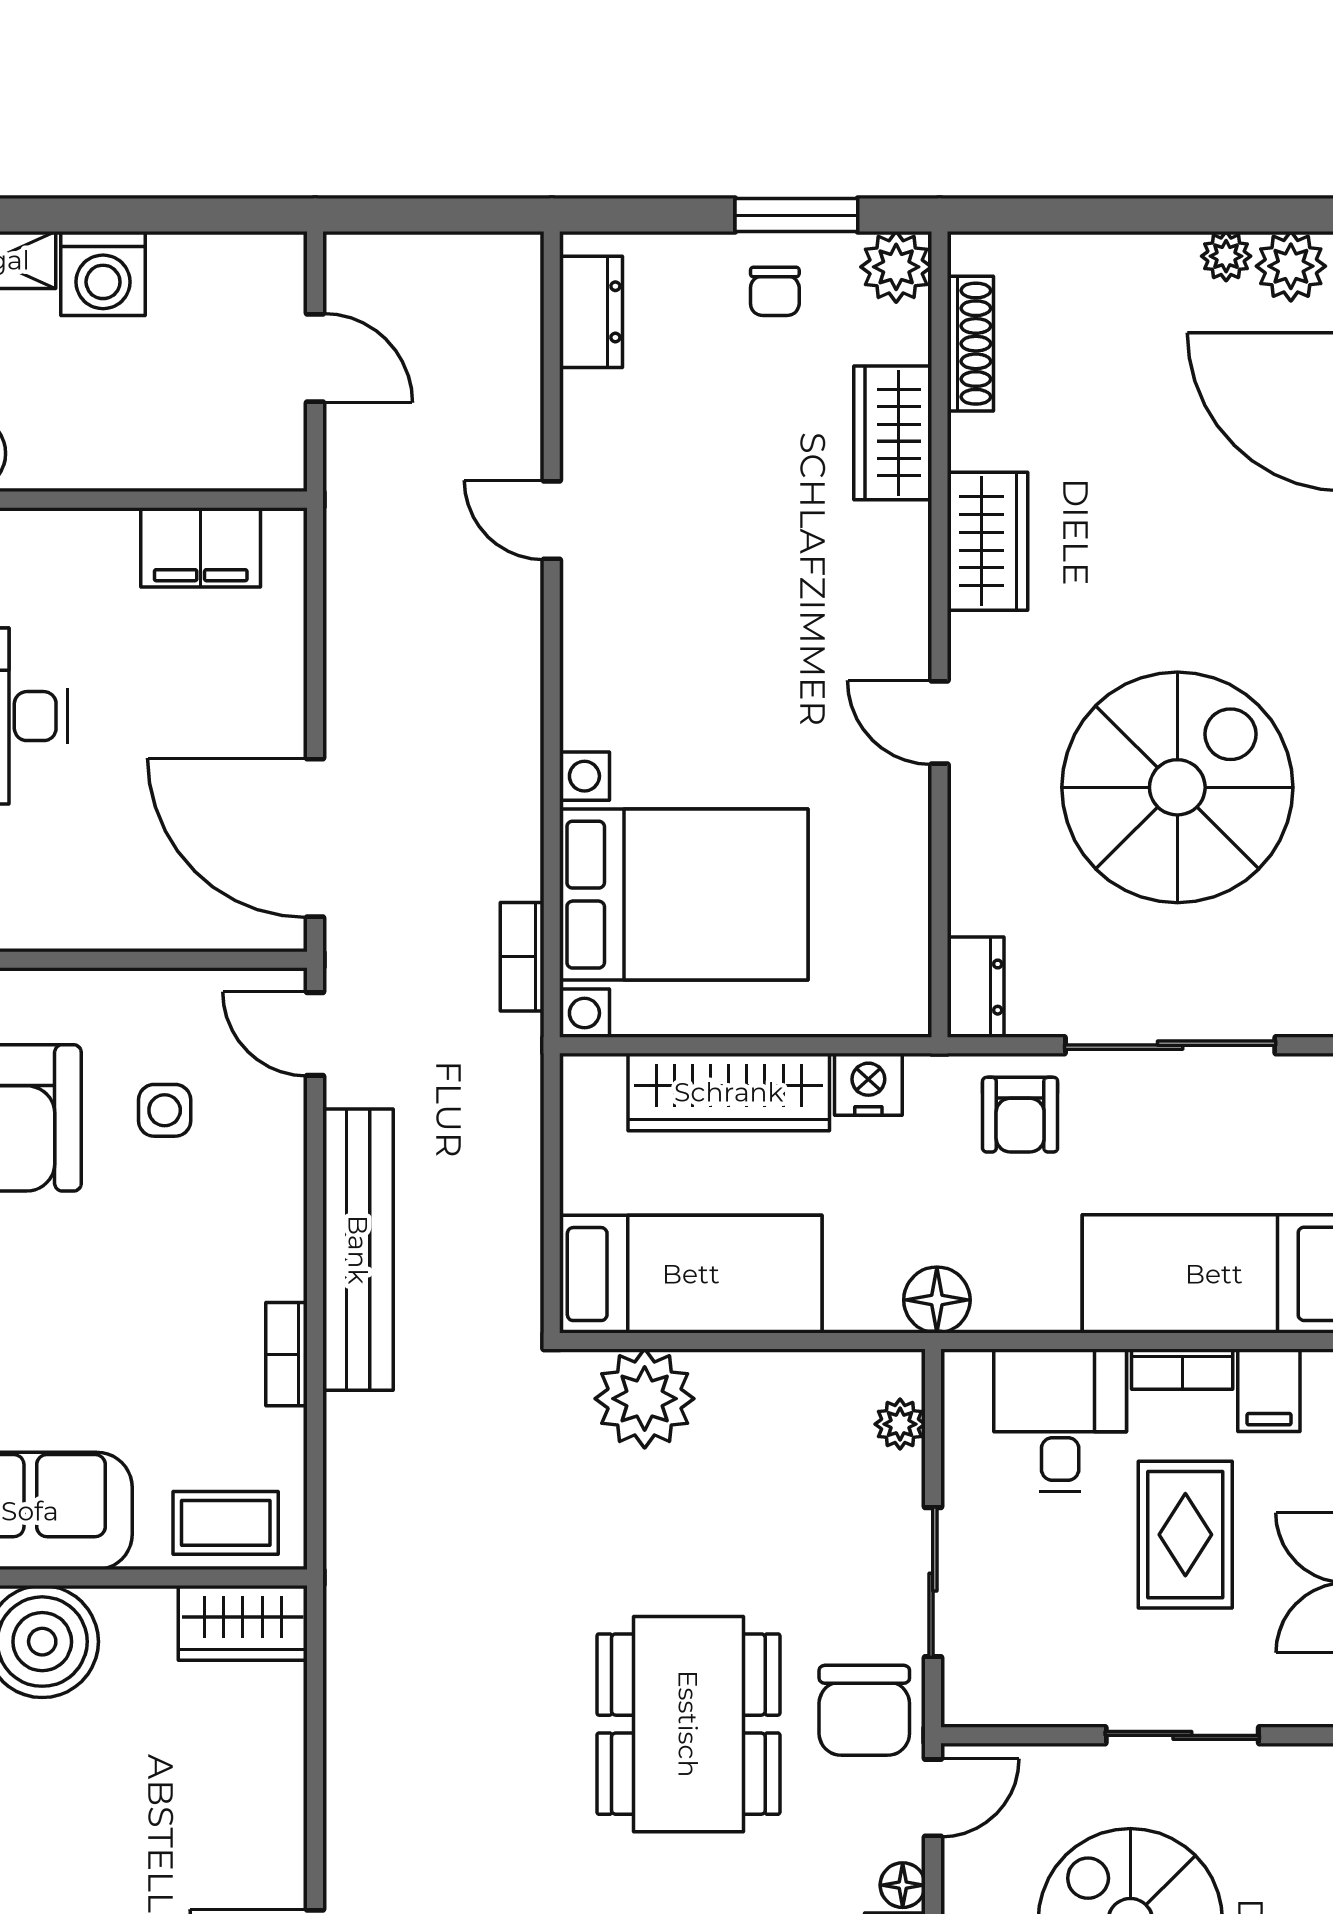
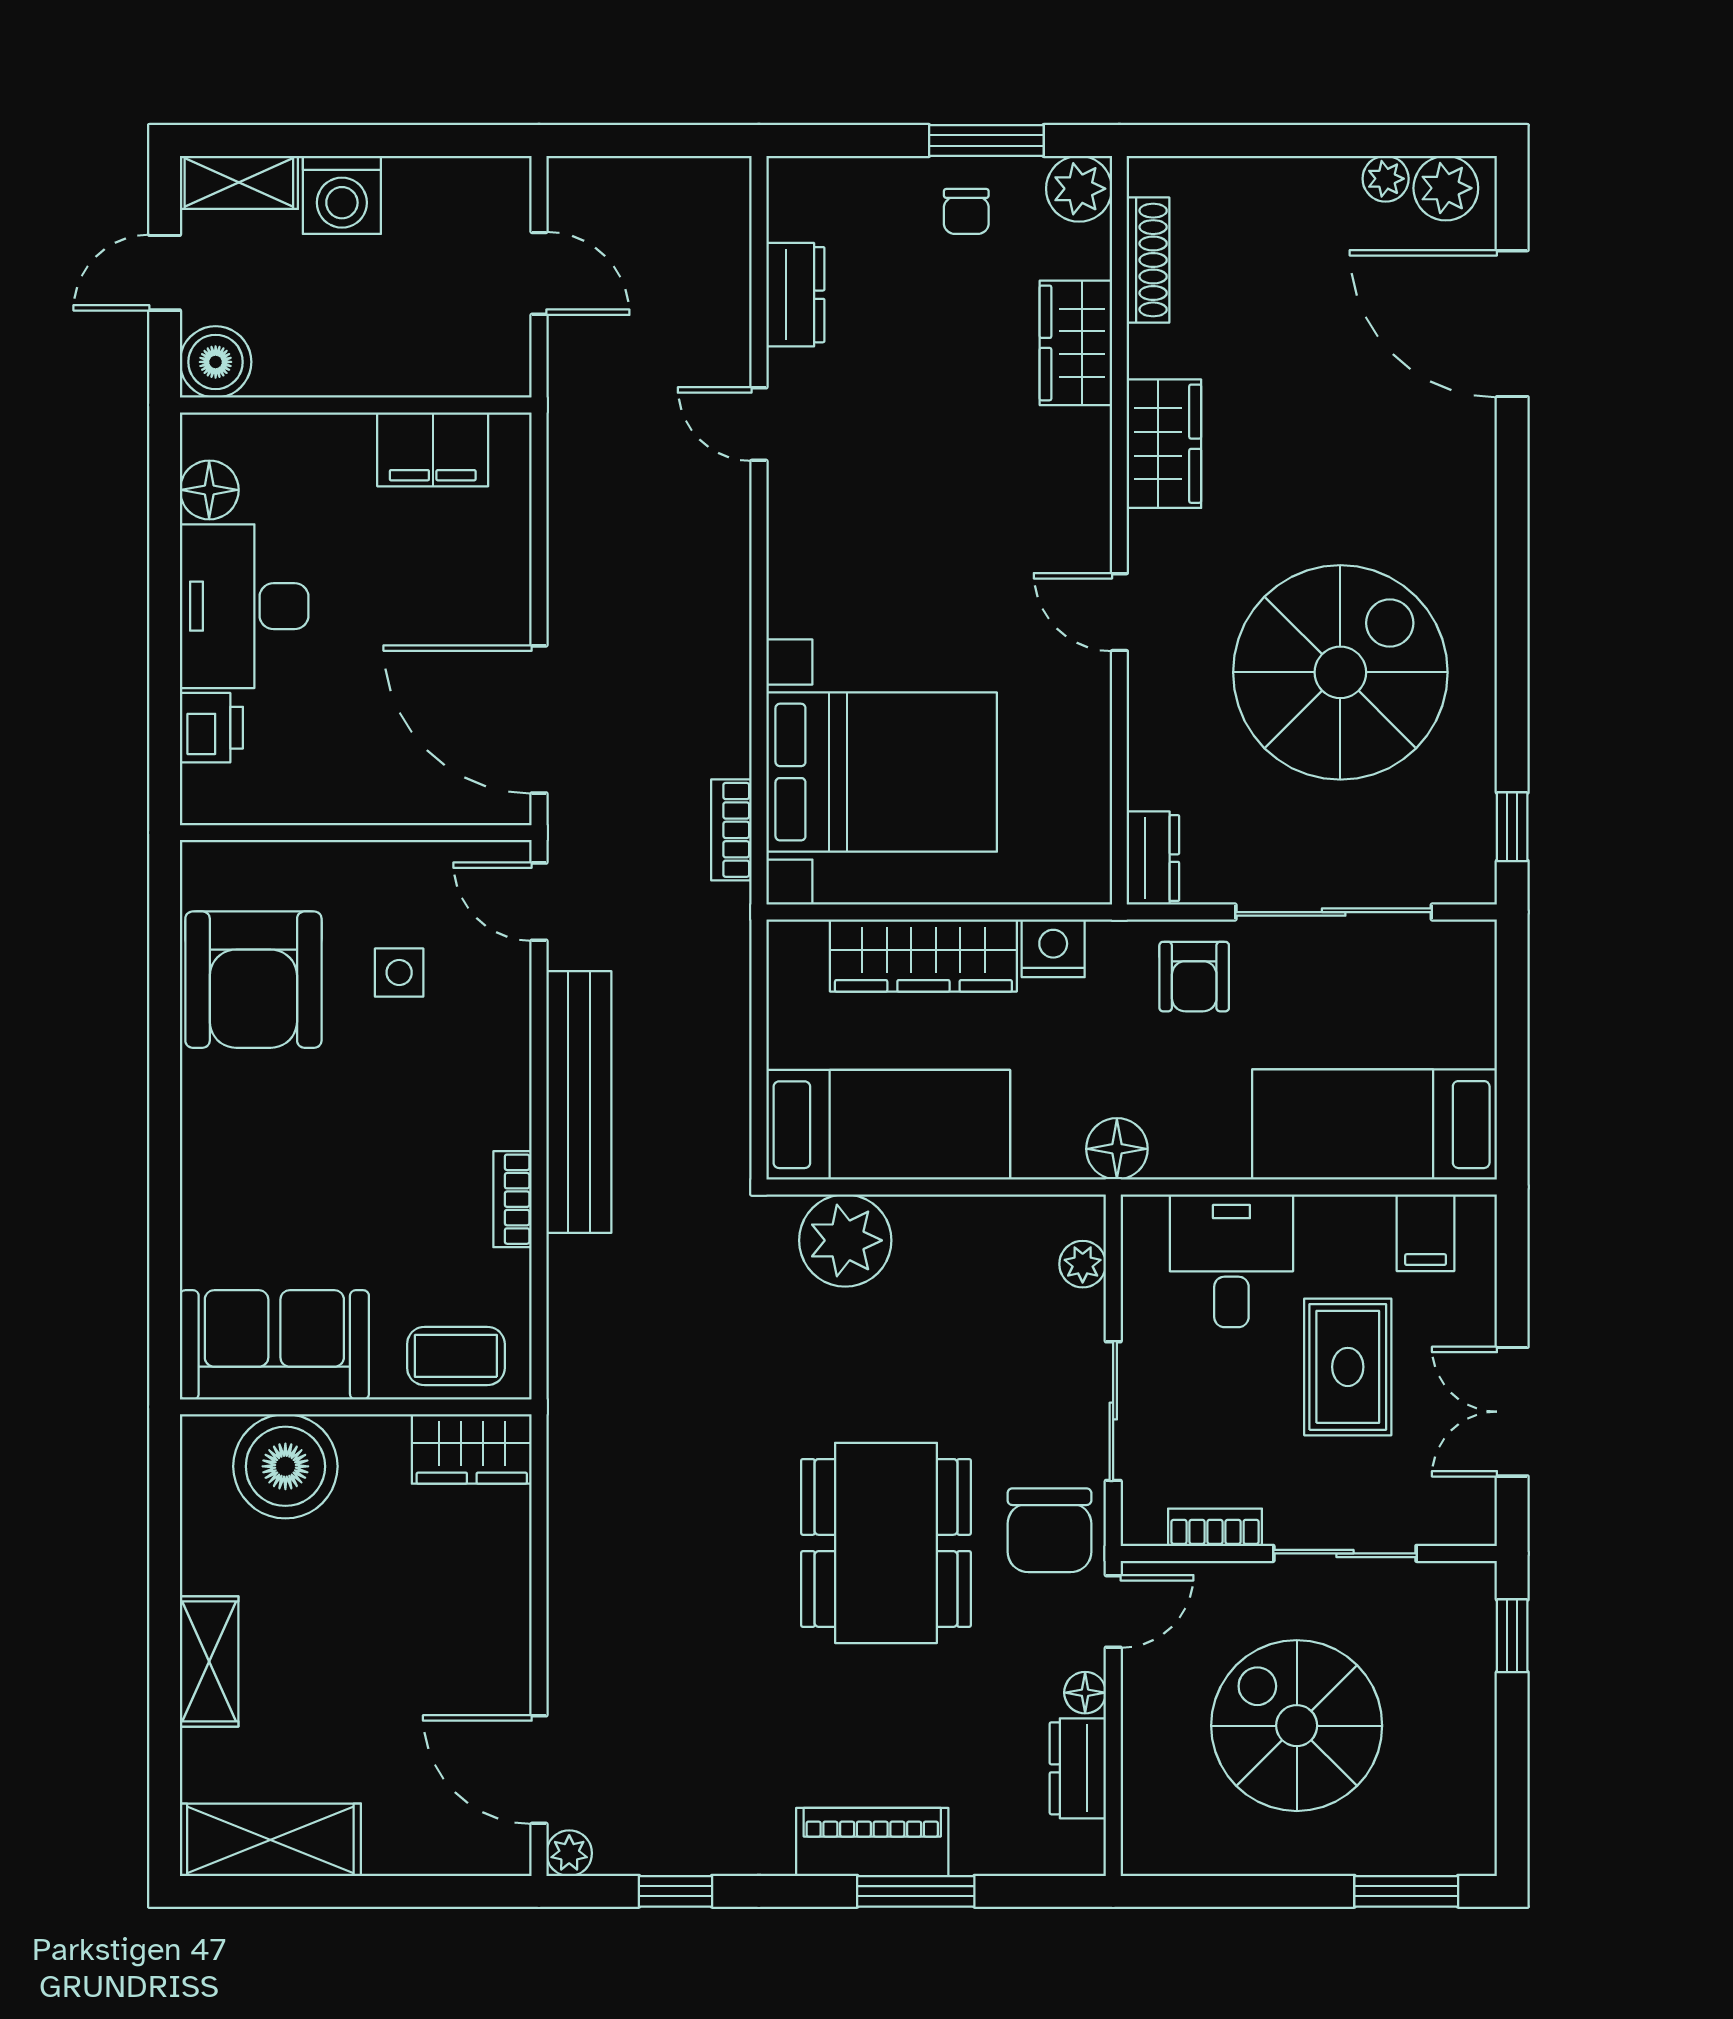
dresser: (591, 312) -> (795, 295), moved
bookcase: (1182, 1369) -> (1215, 1527), moved, turned 180

